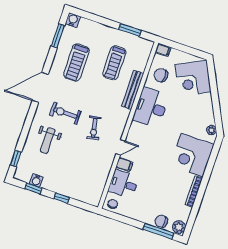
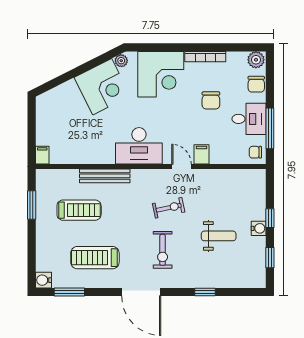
treadmill: (76, 63) -> (95, 258), turned 180
chair: (161, 75) -> (211, 100), moved
corner desk: (193, 78) -> (102, 87), moved
desk: (151, 108) -> (139, 146), moved
weight bench: (48, 141) -> (219, 236), moved
window: (16, 159) -> (205, 292), moved
water cooler: (36, 180) -> (259, 228), moved
desk: (124, 184) -> (249, 119), moved, turned -90
window: (158, 231) -> (270, 128), moved

